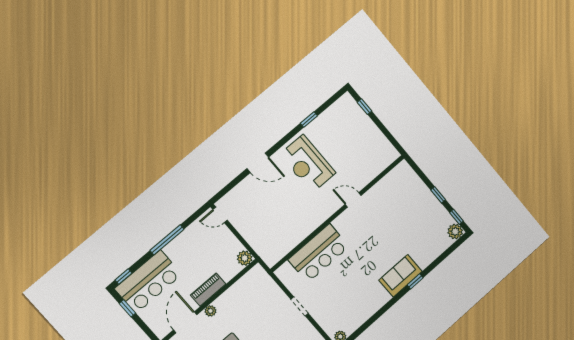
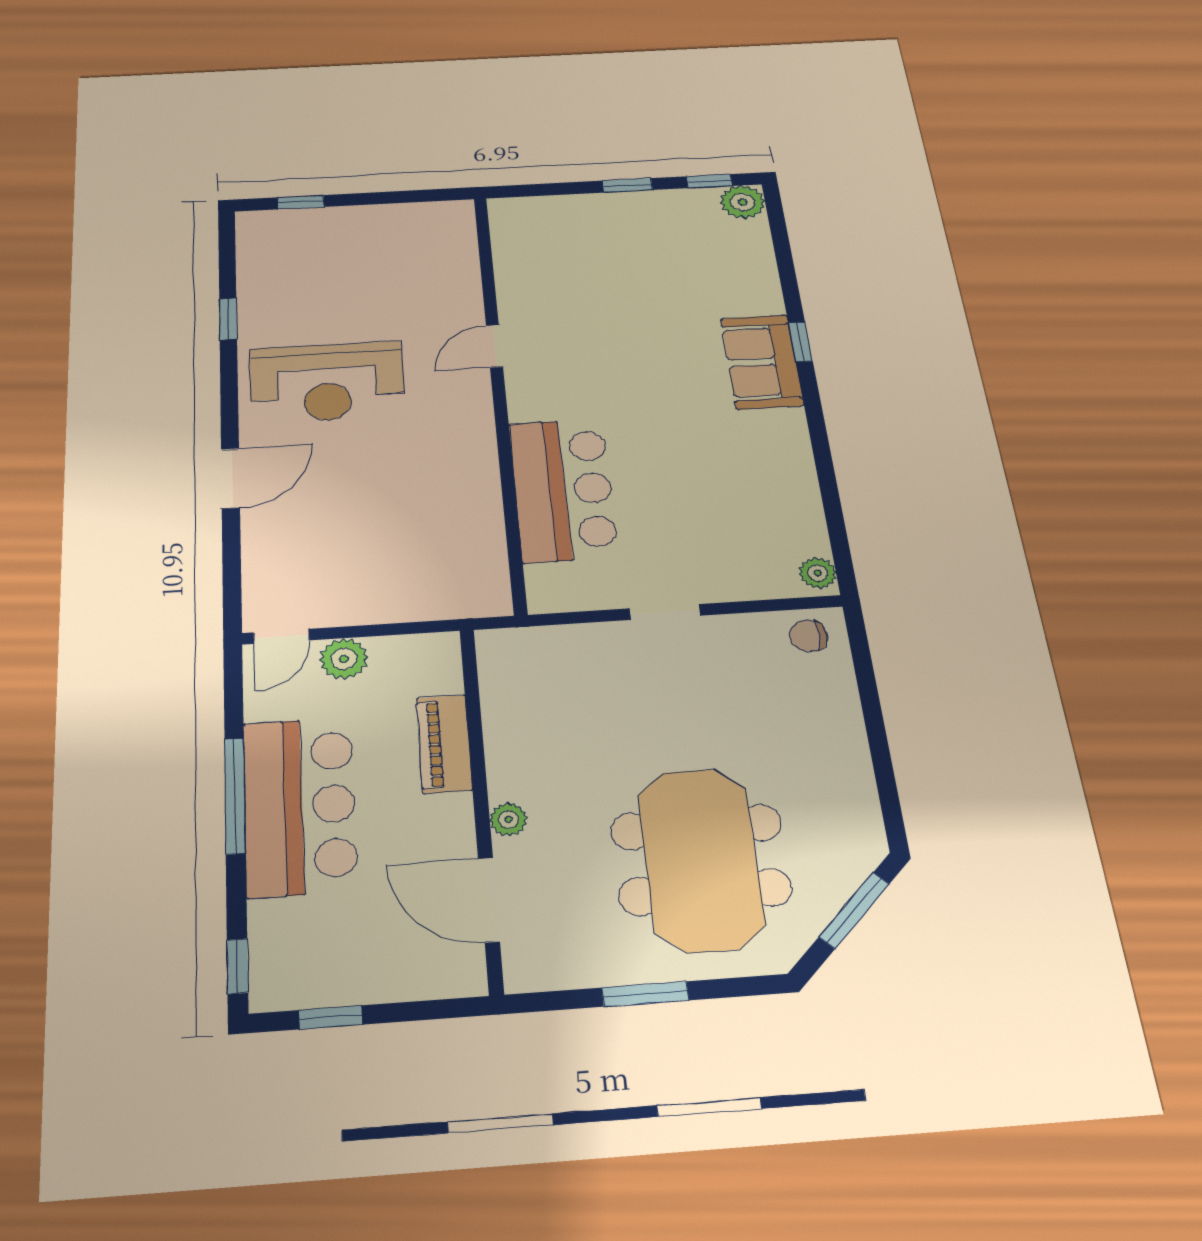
plant: (245, 258) -> (344, 659), moved
bar counter: (148, 281) -> (300, 806), moved
piano: (208, 290) -> (444, 744), moved

